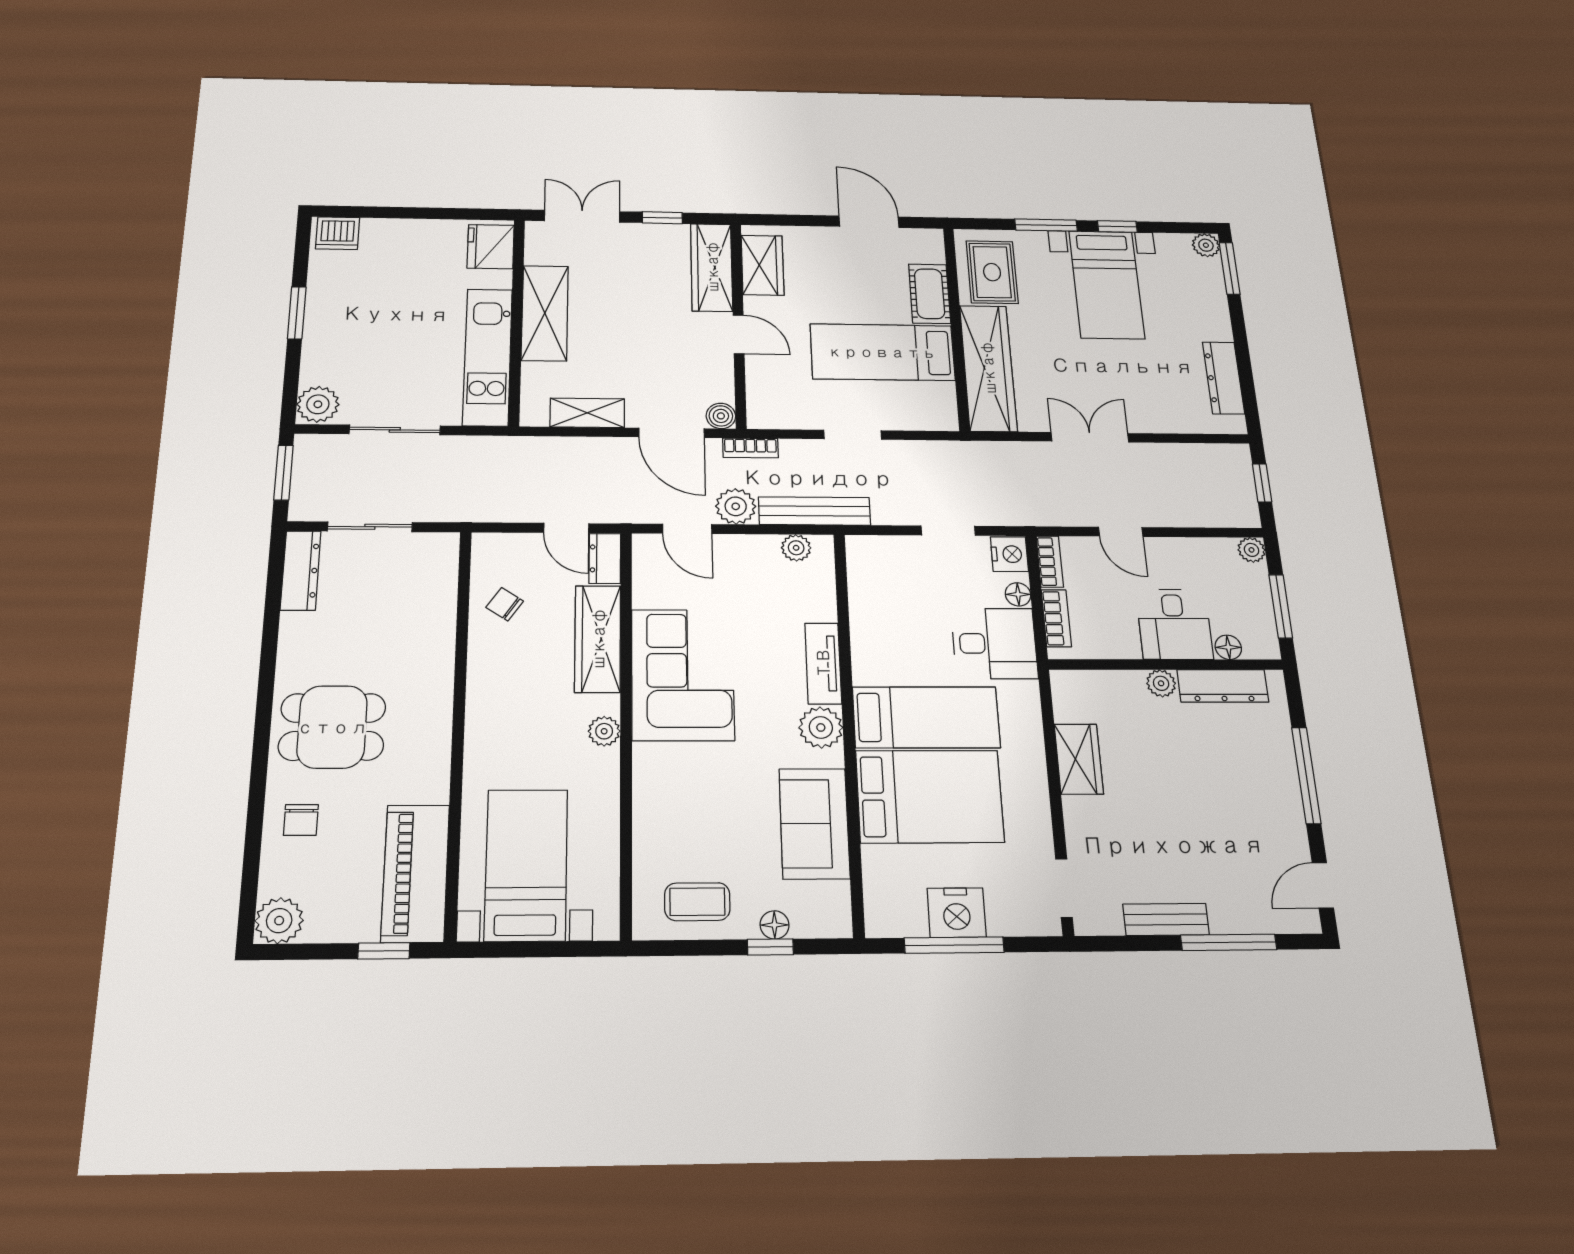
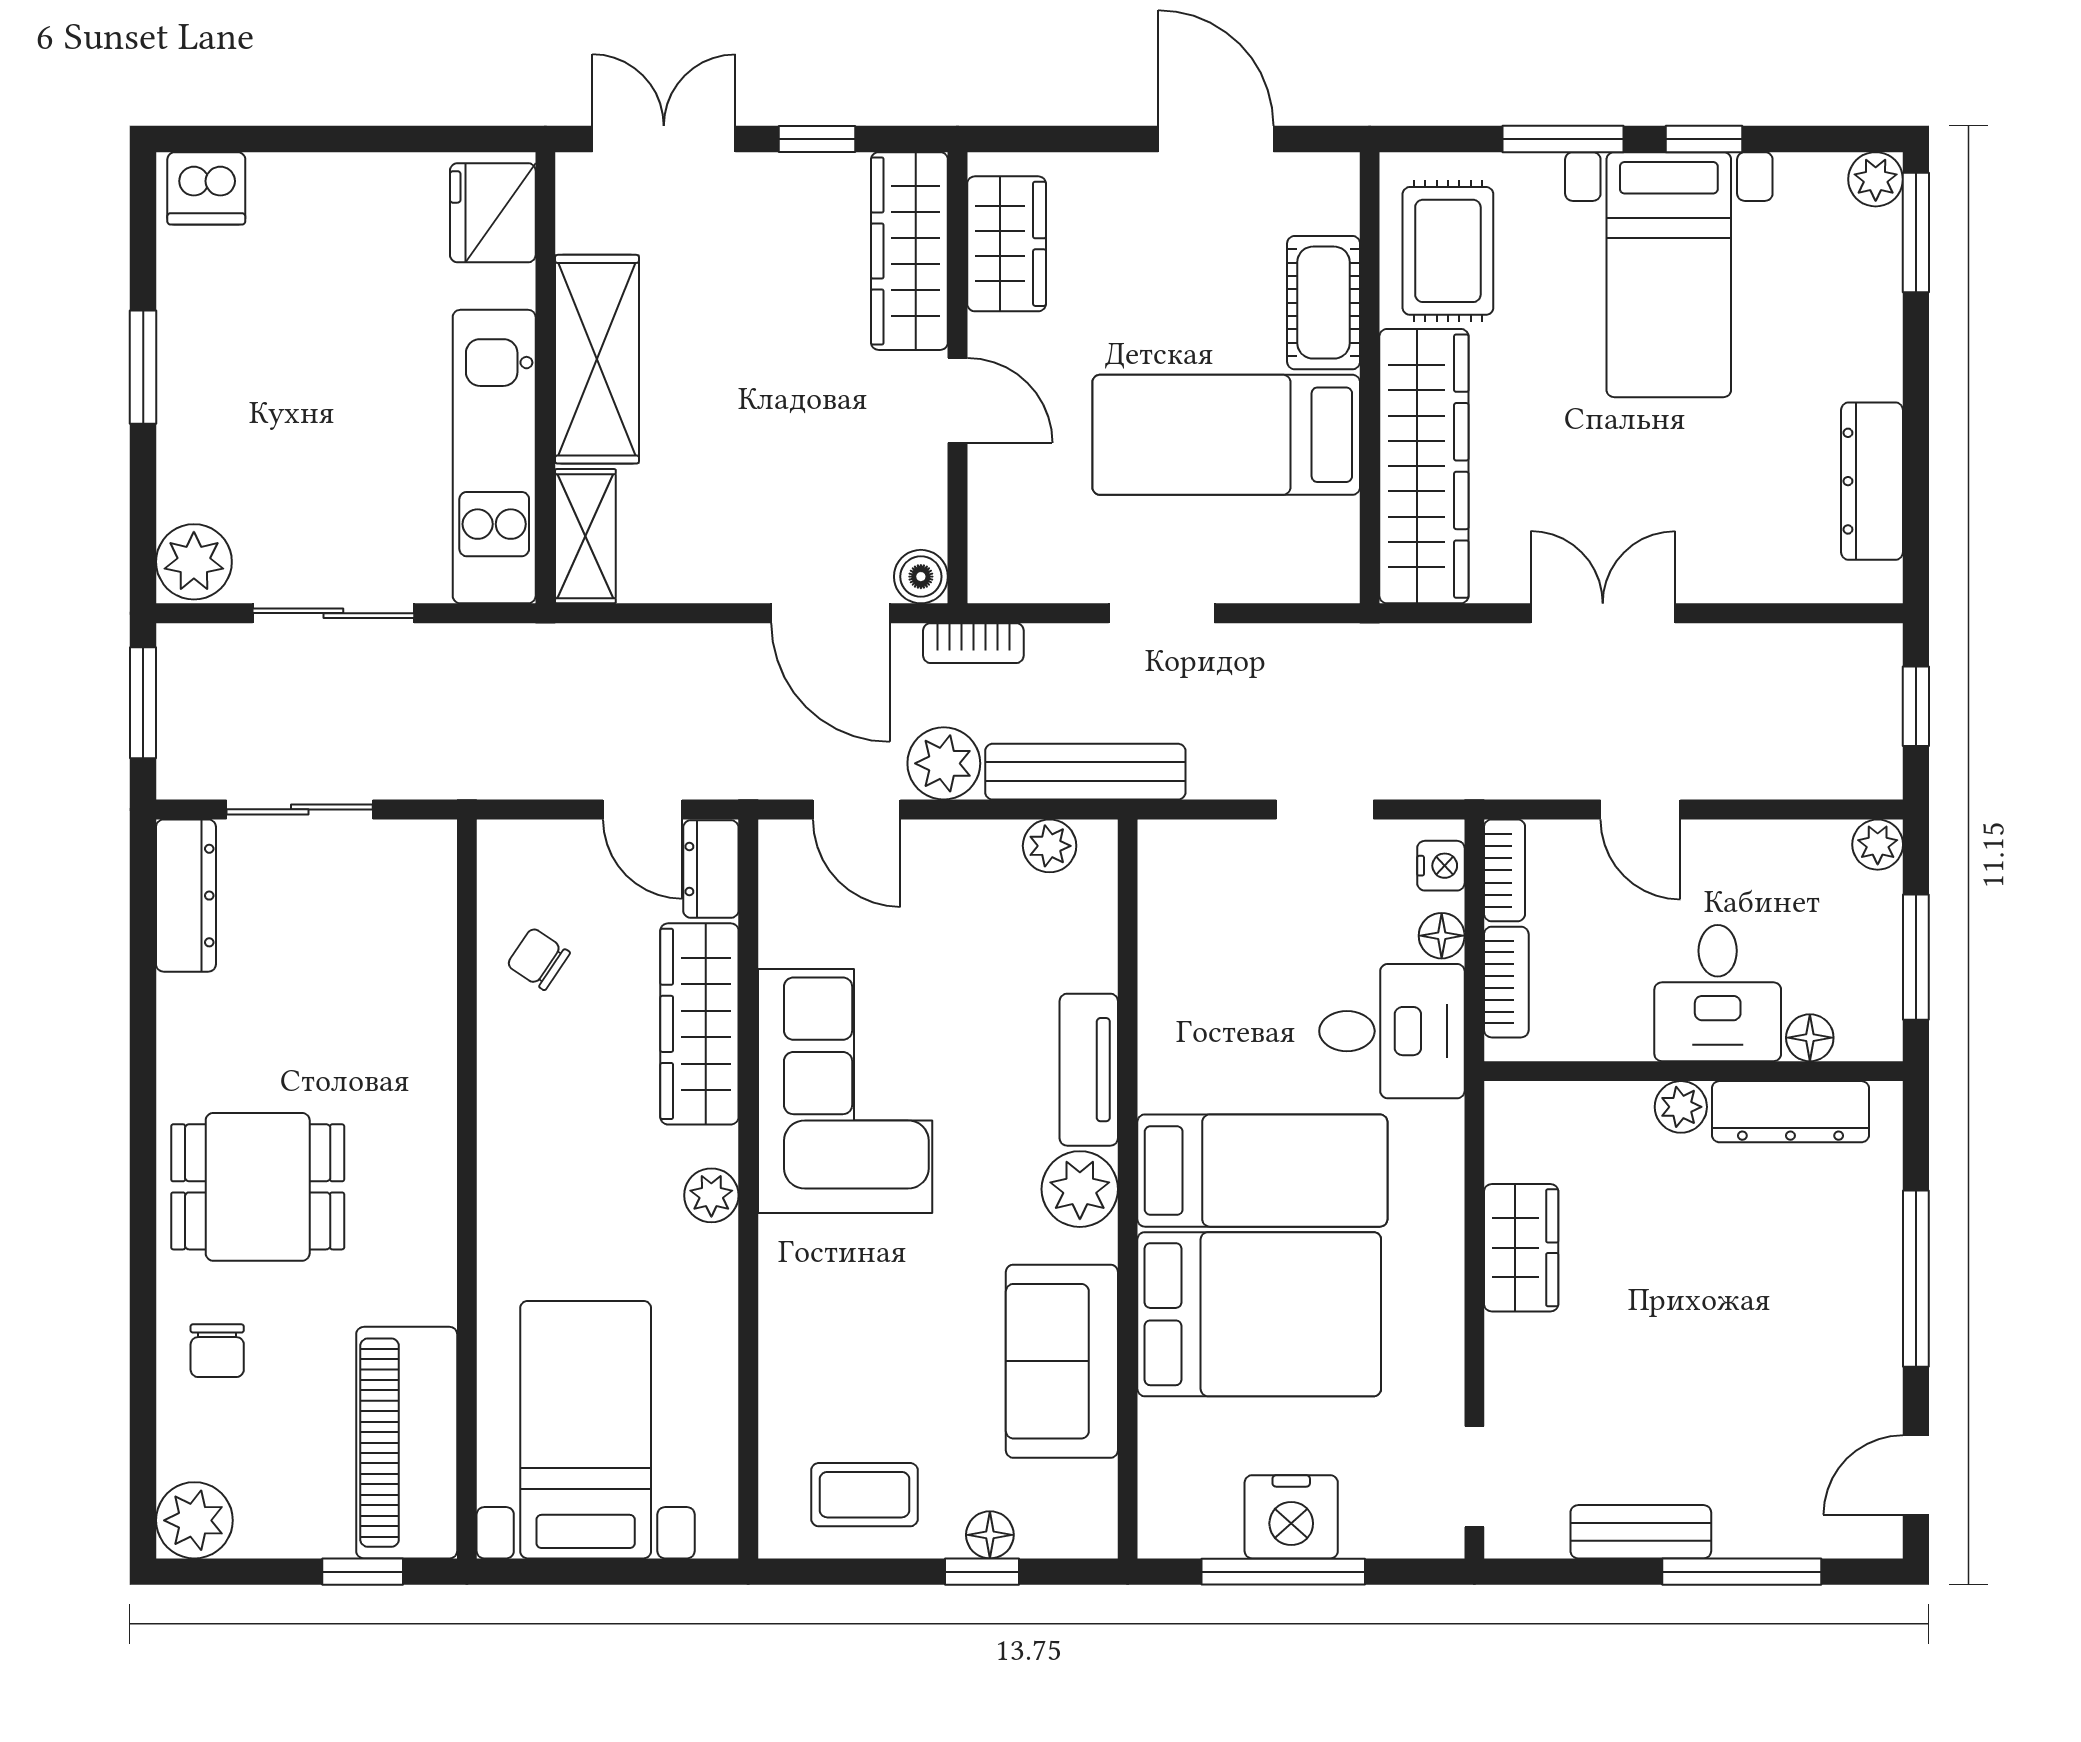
shelving: (587, 413) -> (585, 536), moved, turned 90
nightstand: (1009, 554) -> (1441, 866), width x0.72, depth x0.74

